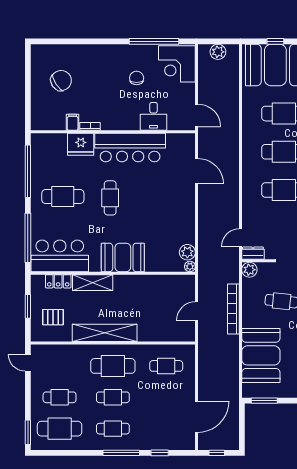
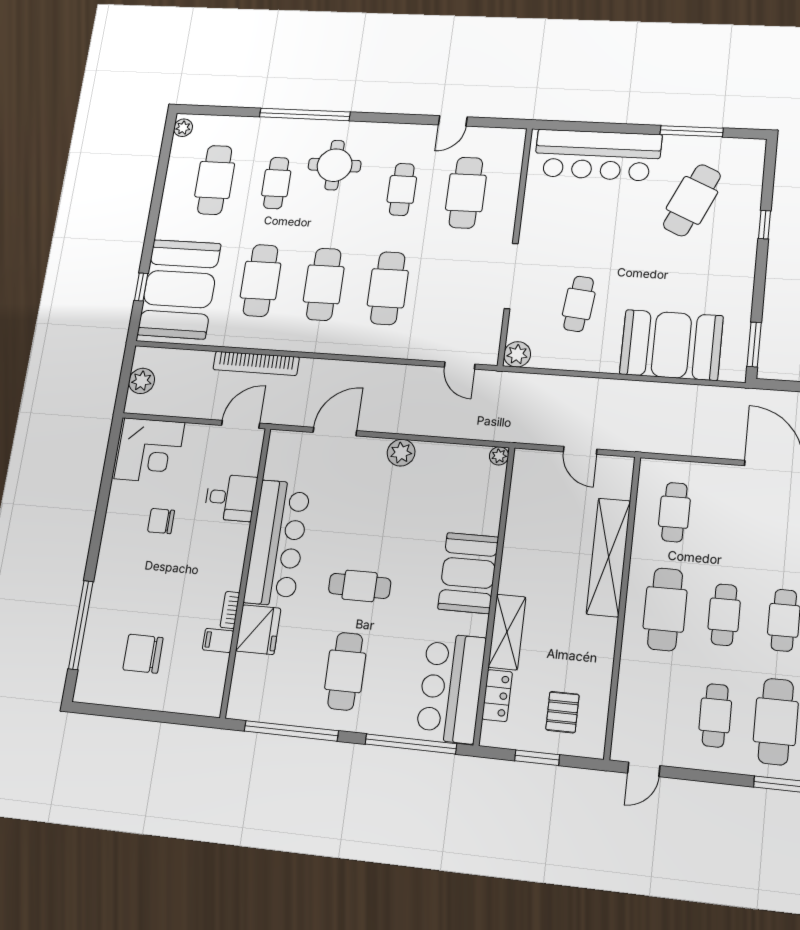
window: (154, 41) -> (81, 625), moved
chair: (61, 80) -> (143, 654), turned -56
plant: (187, 252) -> (401, 453), moved
dresser: (253, 253) -> (489, 346), removed
bookcase: (233, 309) -> (256, 363), moved
shelving: (105, 333) -> (609, 557), moved

